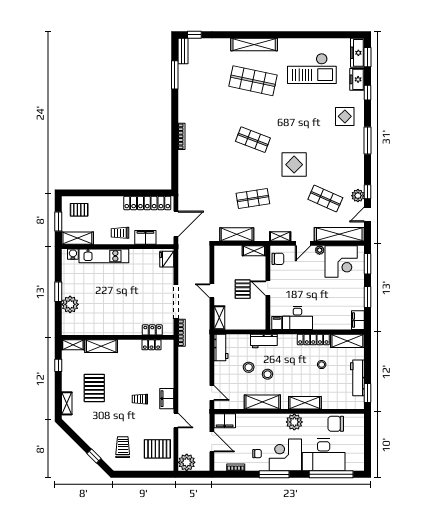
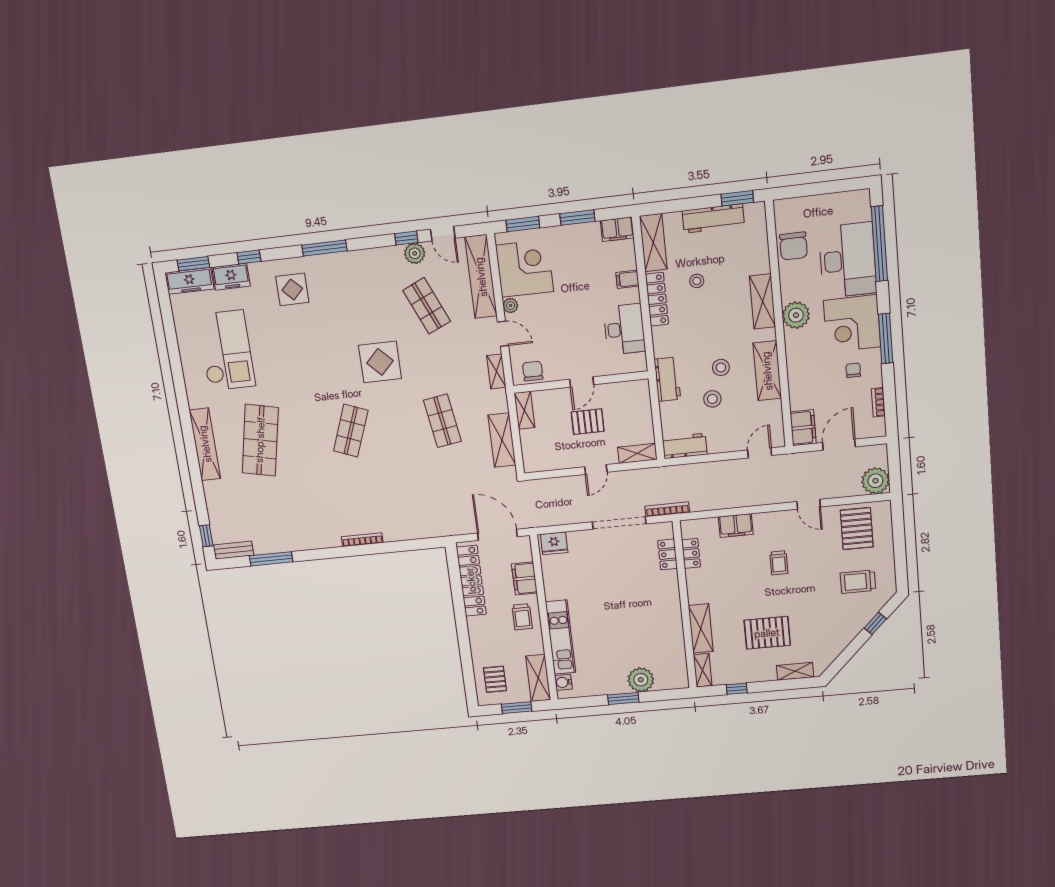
shop shelf: (325, 199) -> (427, 306), turned -48
filing cabinet: (277, 323) -> (628, 279), moved
filing cabinet: (167, 399) -> (736, 525), moved
door: (176, 420) -> (809, 504), swing flipped

